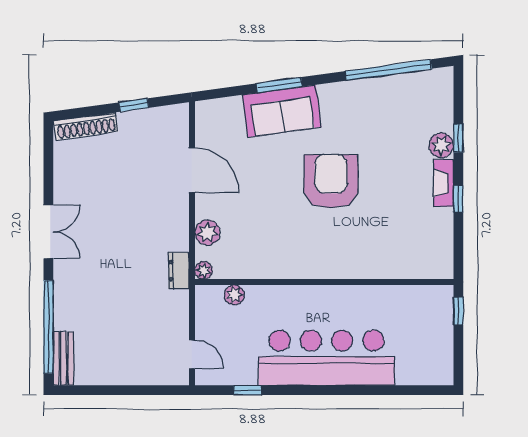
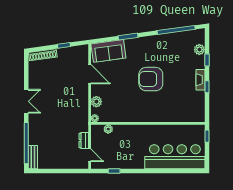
sofa: (282, 111) -> (108, 51), moved
plant: (441, 145) -> (199, 50), moved
armchair: (331, 181) -> (151, 79), turned -90
dresser: (179, 271) -> (84, 141), moved
bar counter: (327, 358) -> (175, 157), moved

